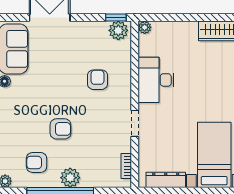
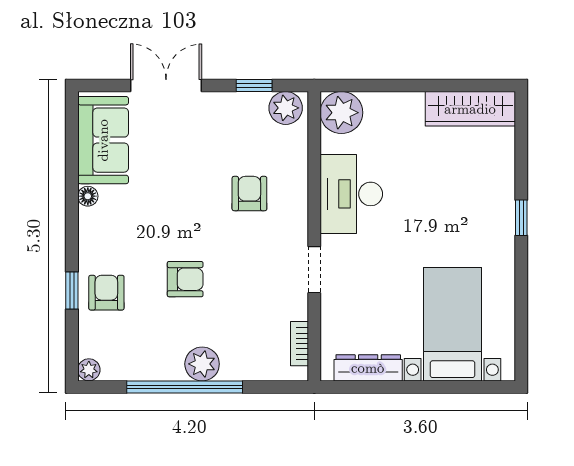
window: (116, 18) -> (254, 85), moved
plant: (145, 27) -> (341, 113), width x1.88, depth x1.88
armchair: (37, 162) -> (106, 293), moved, turned 90

